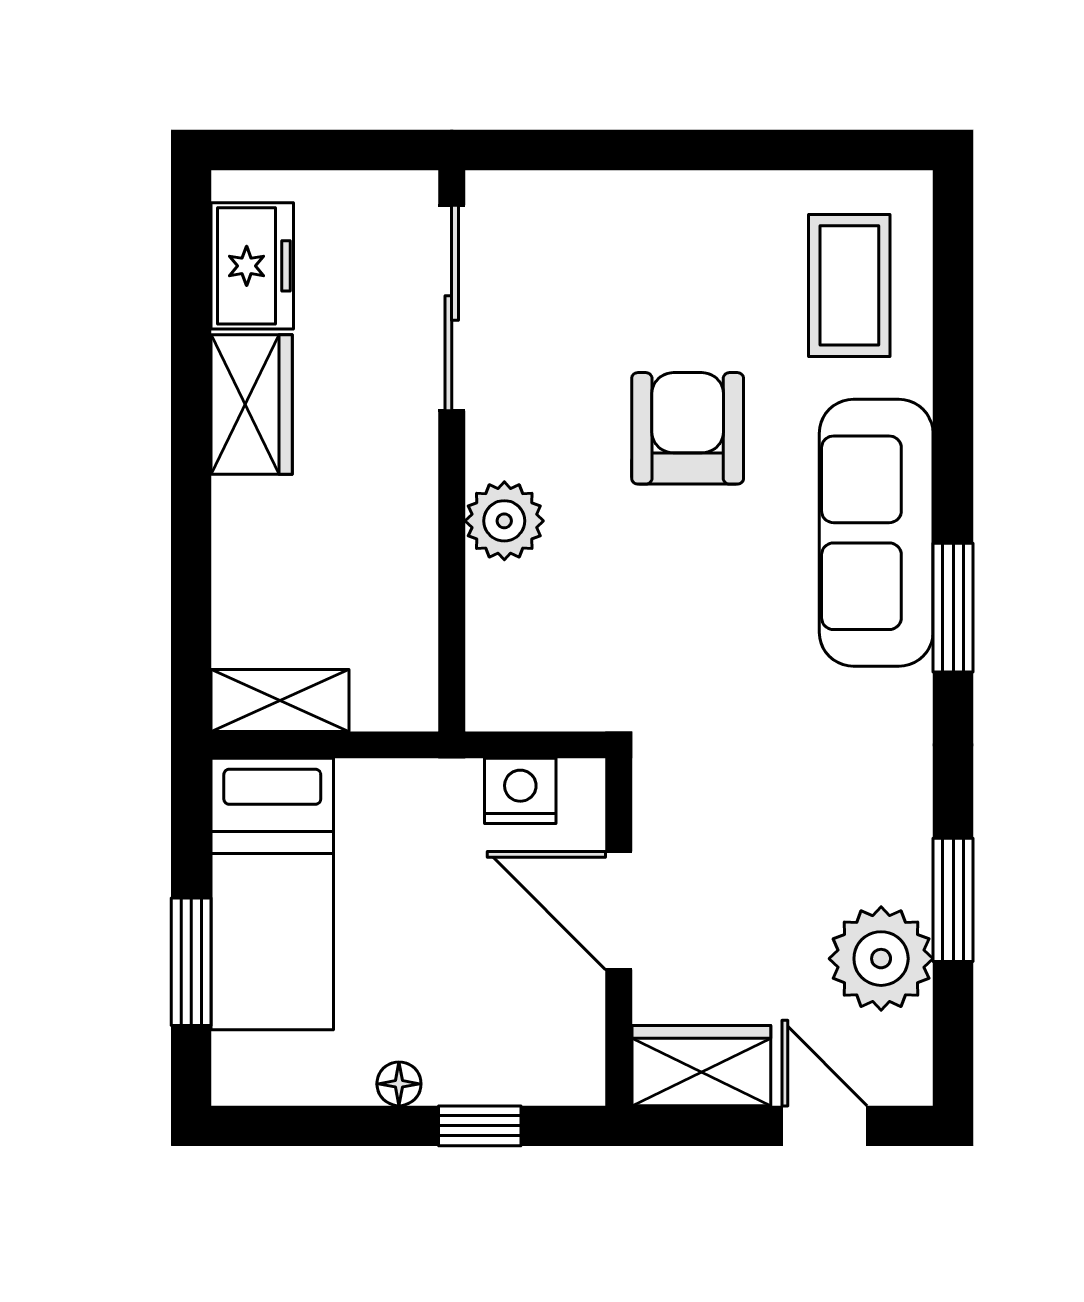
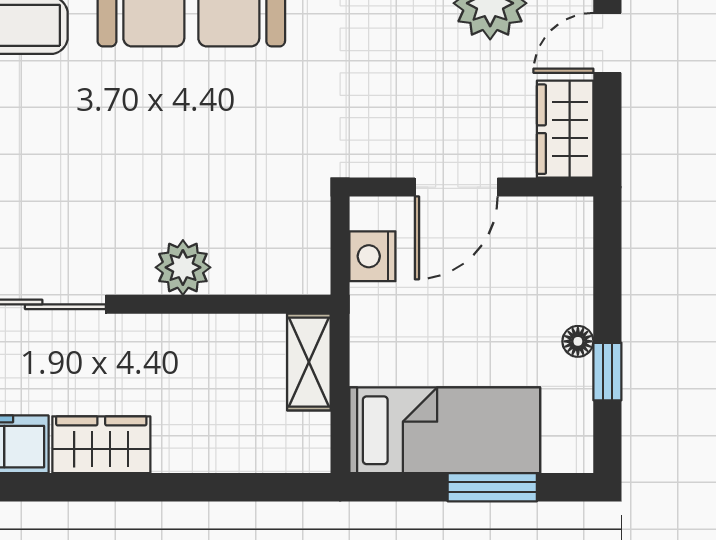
armchair: (688, 428) -> (118, 139), removed
shelving: (280, 700) -> (309, 362), moved
window: (480, 1126) -> (607, 372), moved

